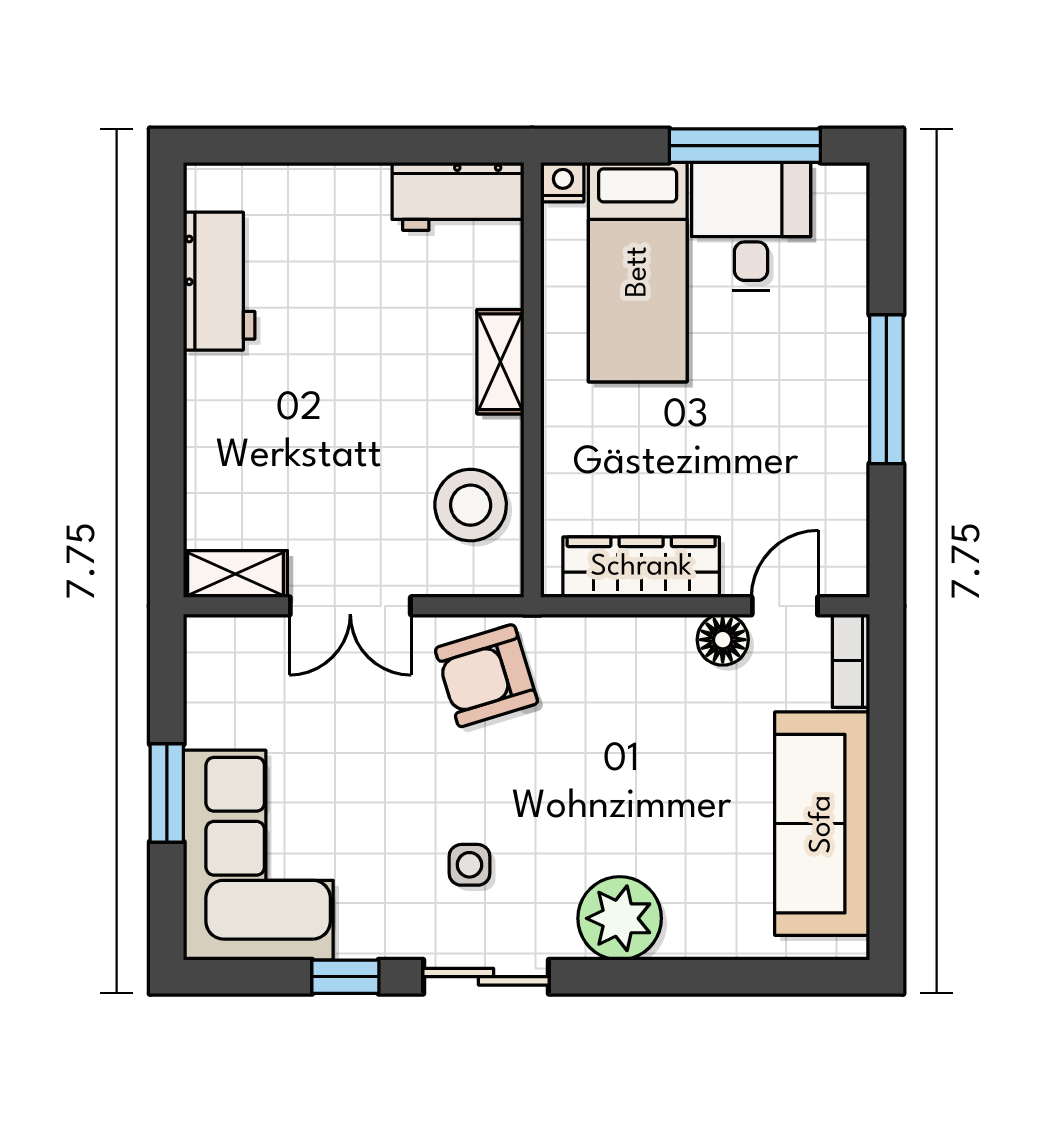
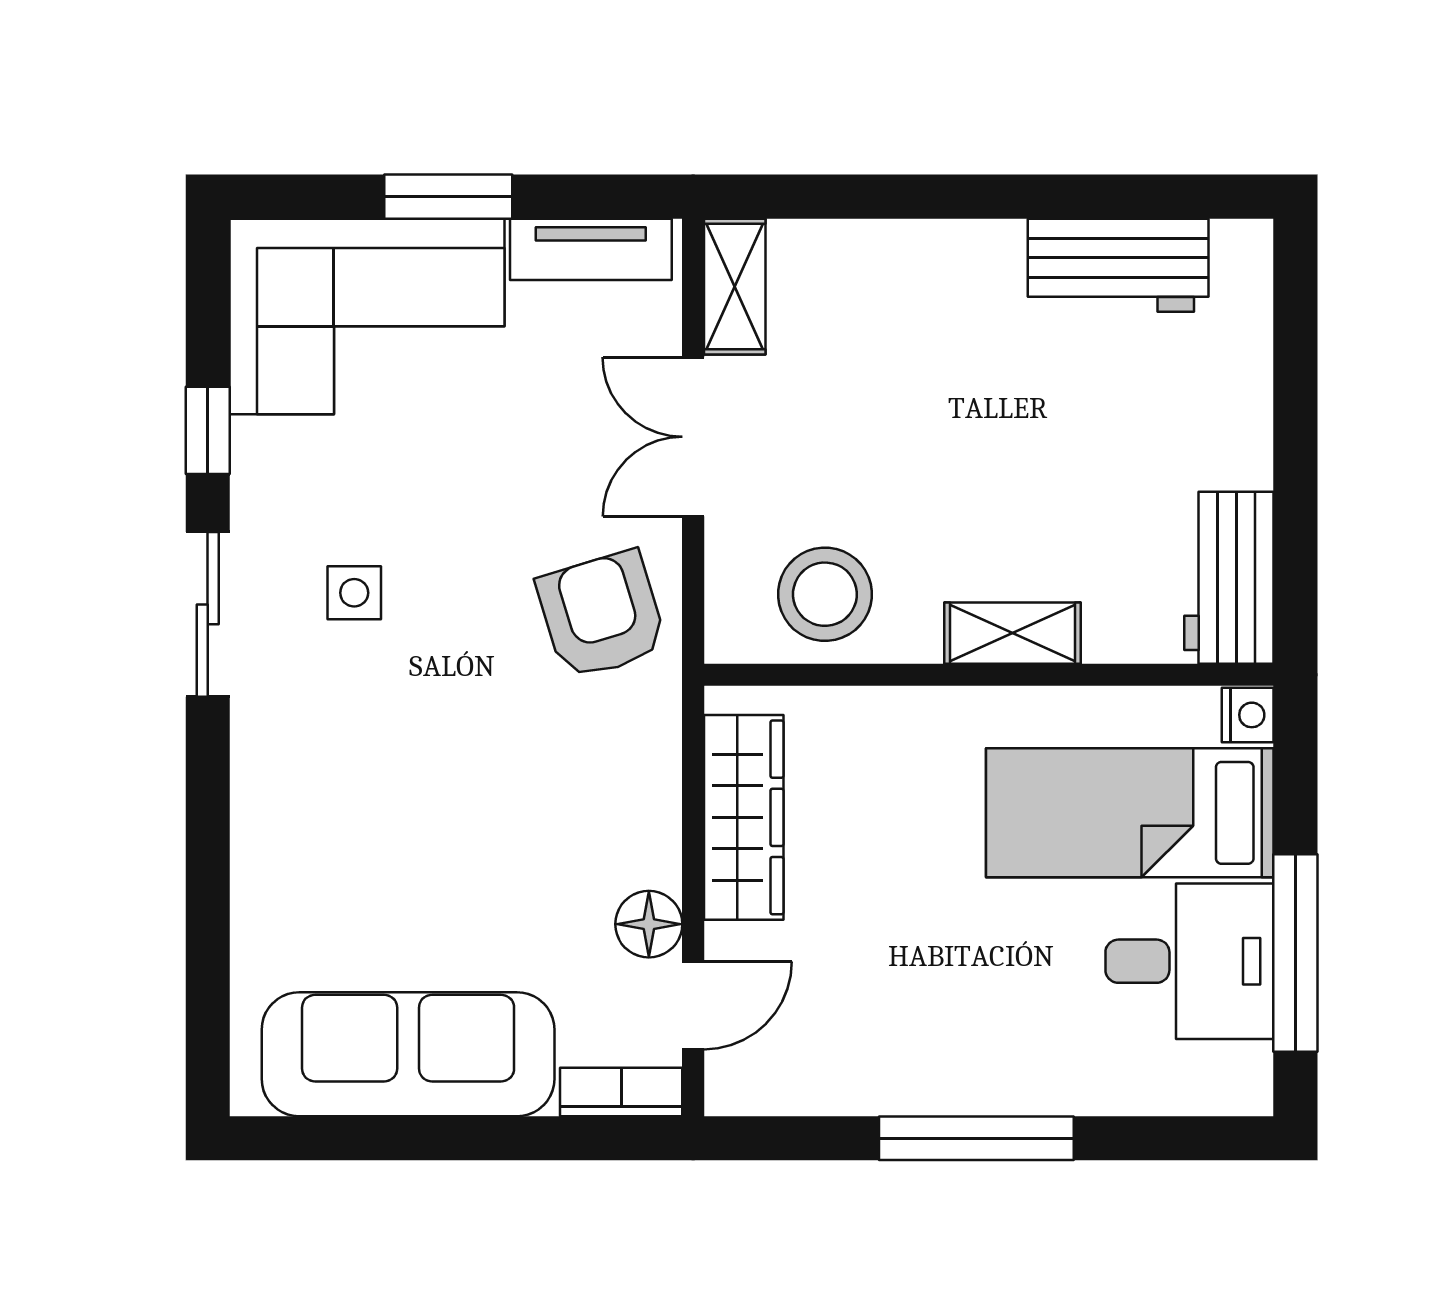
door: (785, 606) -> (693, 1005), hinge flipped
tv unit: (207, 684) -> (591, 249), added
plant: (620, 918) -> (284, 789), removed

